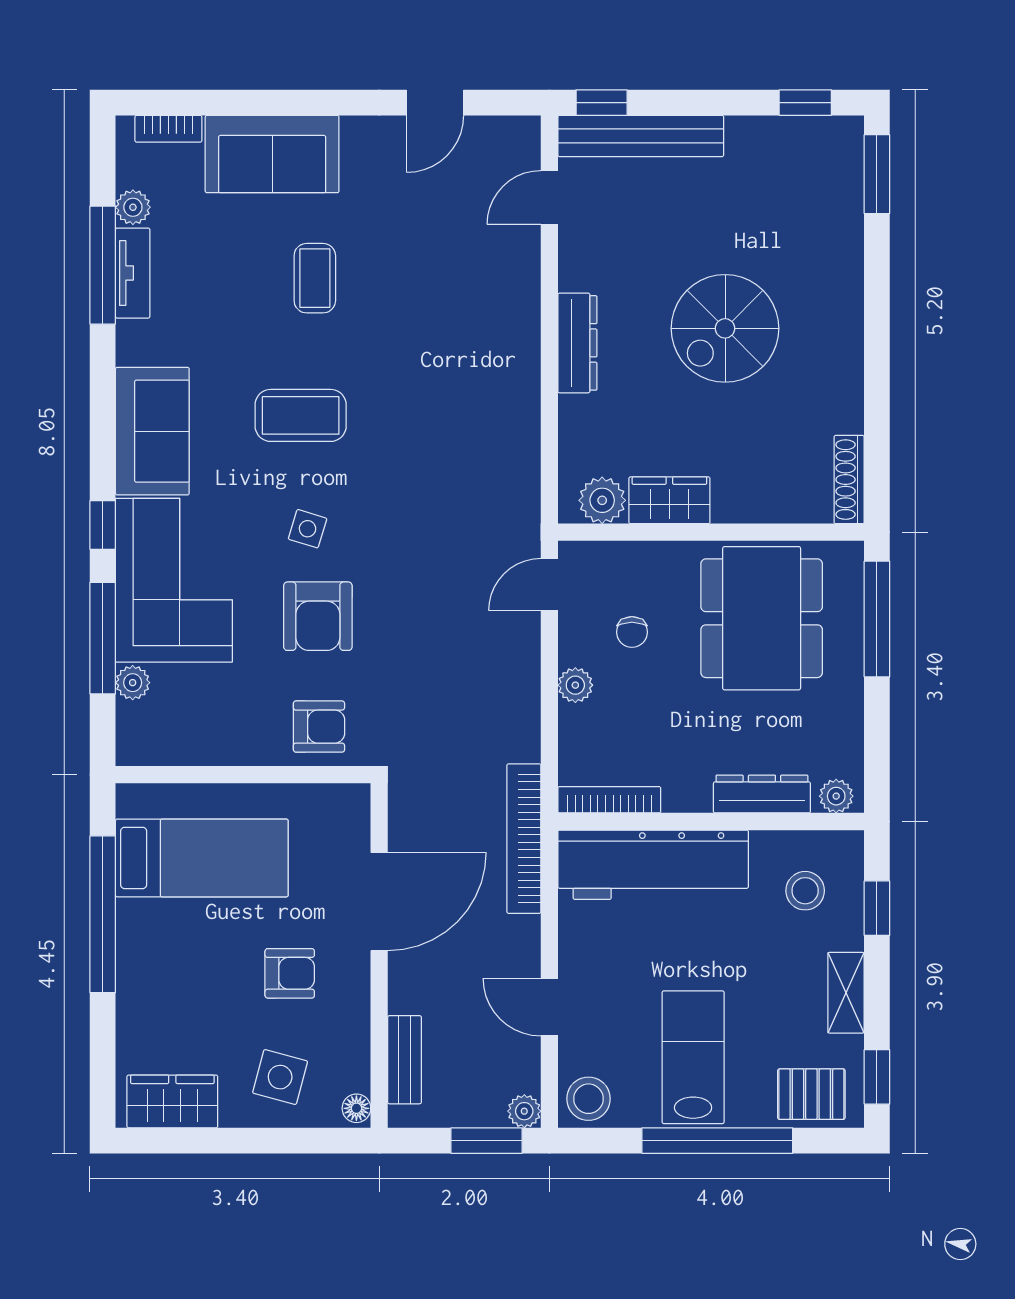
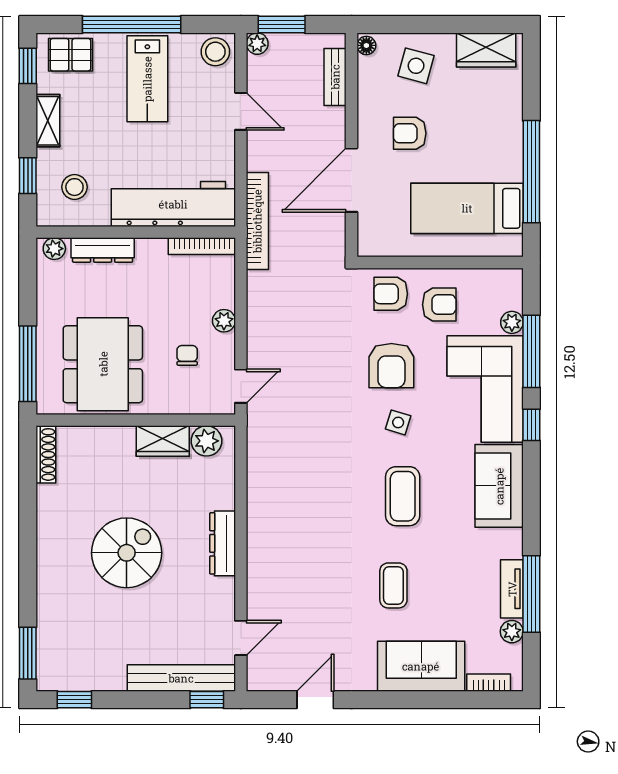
coffee table: (301, 415) -> (403, 496), turned 90
armchair: (318, 616) -> (391, 366), turned 180
armchair: (244, 710) -> (439, 305), added

